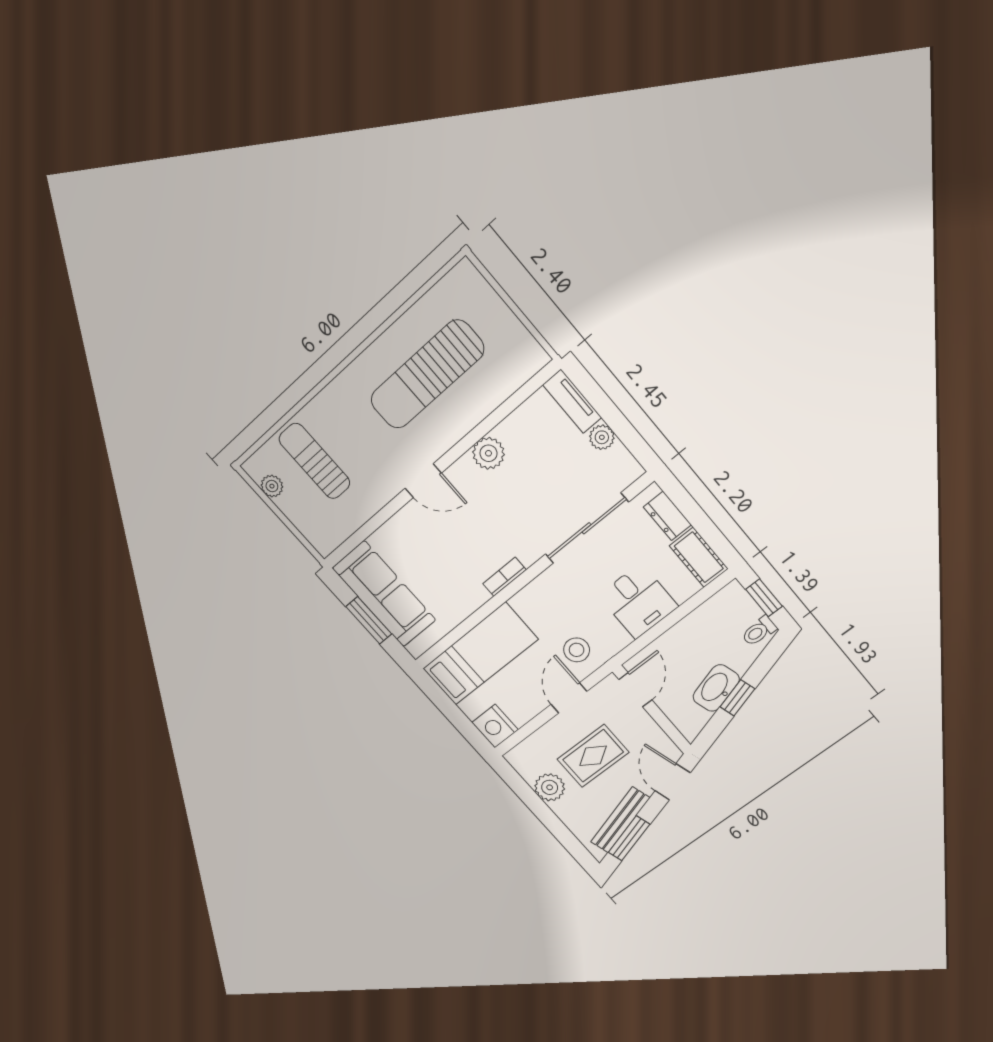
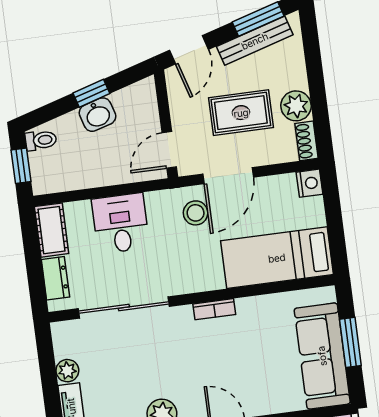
washbasin: (716, 688) -> (97, 115), width x0.72
door: (569, 698) -> (228, 176), width x1.38
nightstand: (495, 726) -> (309, 183), width x0.74, depth x0.75
shoe rack: (521, 764) -> (307, 141), added

